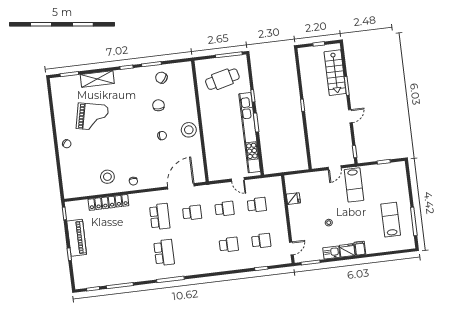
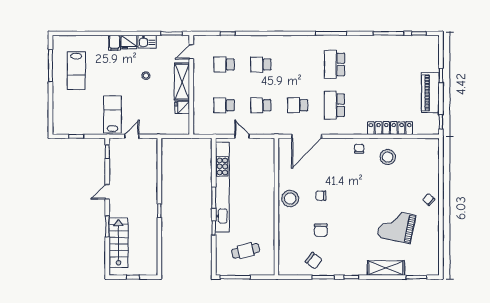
cafe table: (222, 79) -> (246, 251), width x0.73, depth x0.74
shelving: (296, 221) -> (182, 82), added

